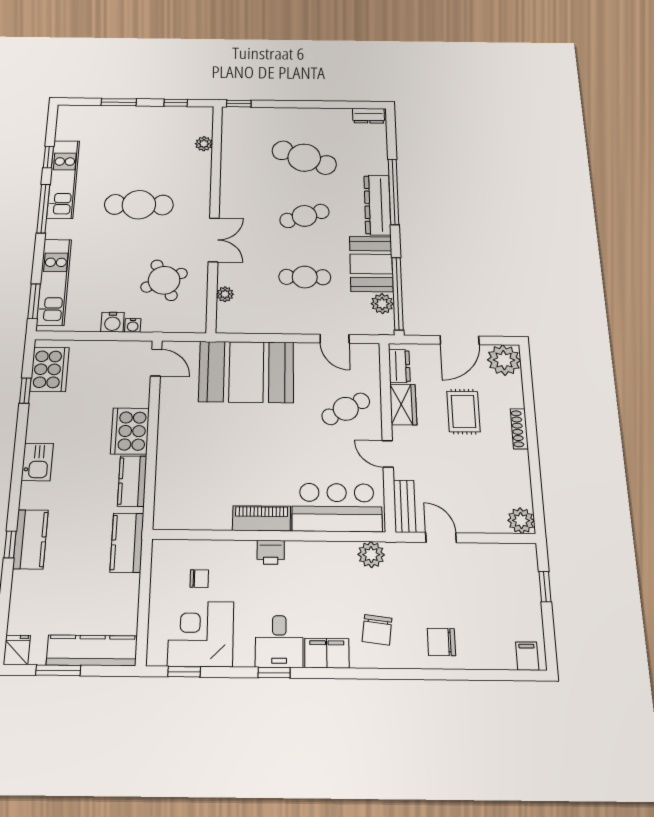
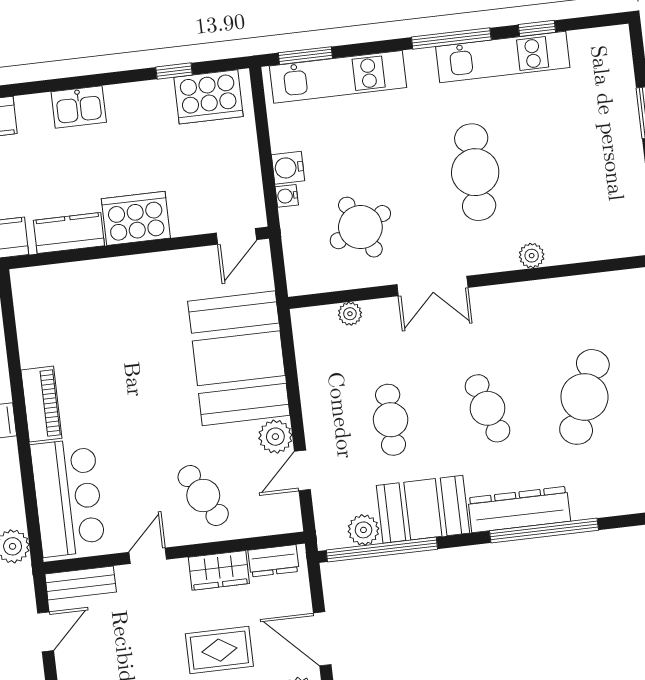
plant: (204, 144) -> (532, 256), moved
plant: (308, 354) -> (275, 437), added

